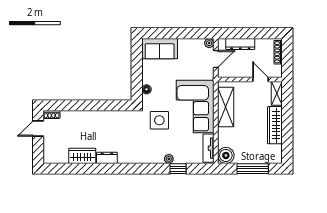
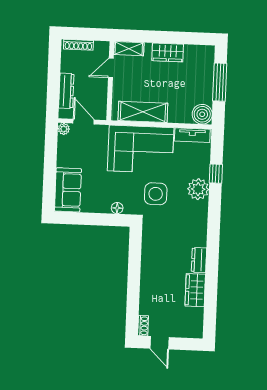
wardrobe: (275, 125) -> (168, 52), width x0.67
plant: (169, 159) -> (198, 189), width x1.88, depth x1.88

